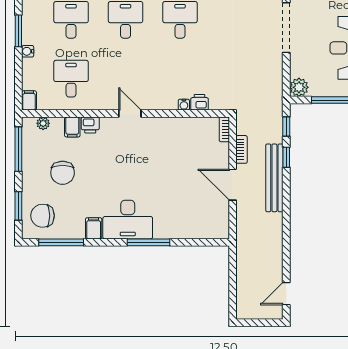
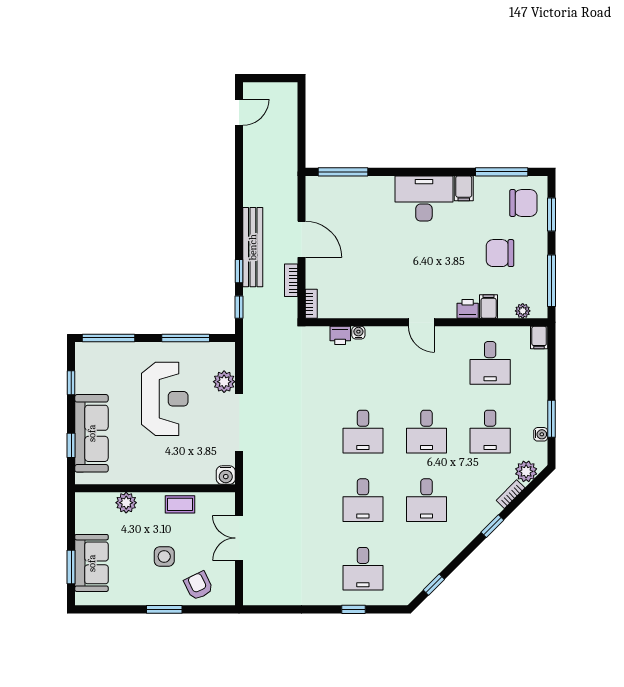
water cooler: (28, 51) -> (541, 434), moved
plant: (299, 87) -> (224, 382), moved
chair: (63, 173) -> (500, 253), turned -90
window: (148, 242) -> (343, 172), moved

